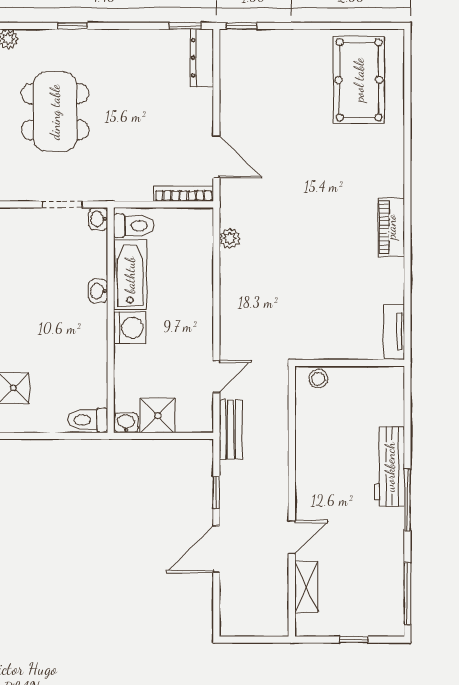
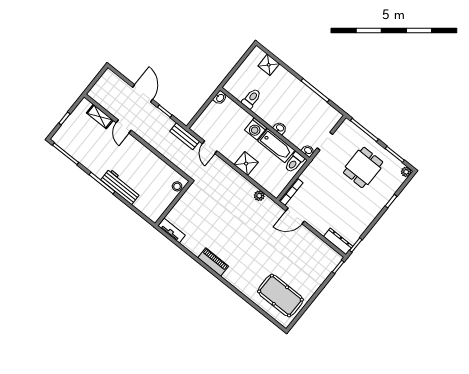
dining table: (55, 112) -> (363, 167), width x0.73
shower: (158, 416) -> (246, 164), moved
toilet: (88, 420) -> (251, 99), moved

